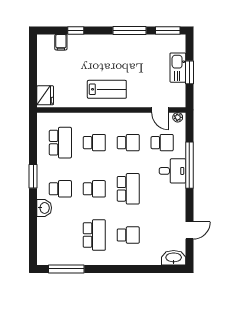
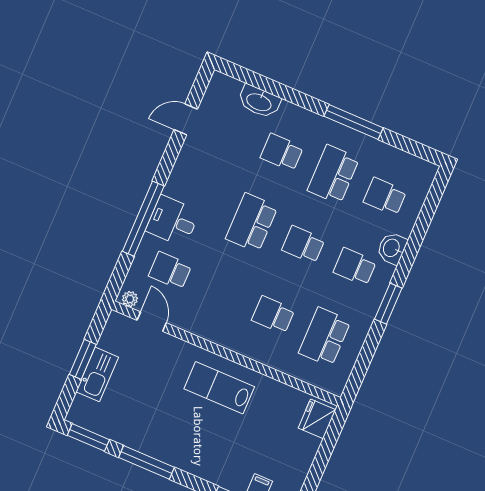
school desk: (128, 143) -> (385, 197), moved
washbasin: (174, 258) -> (259, 102), moved
window: (66, 269) -> (354, 122), moved

